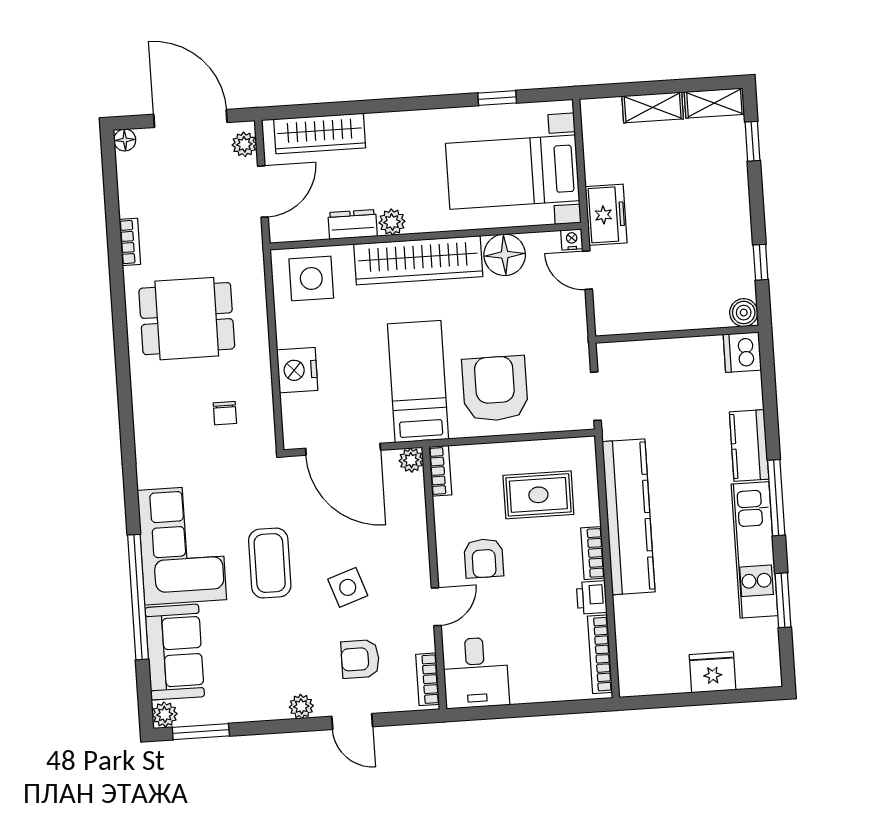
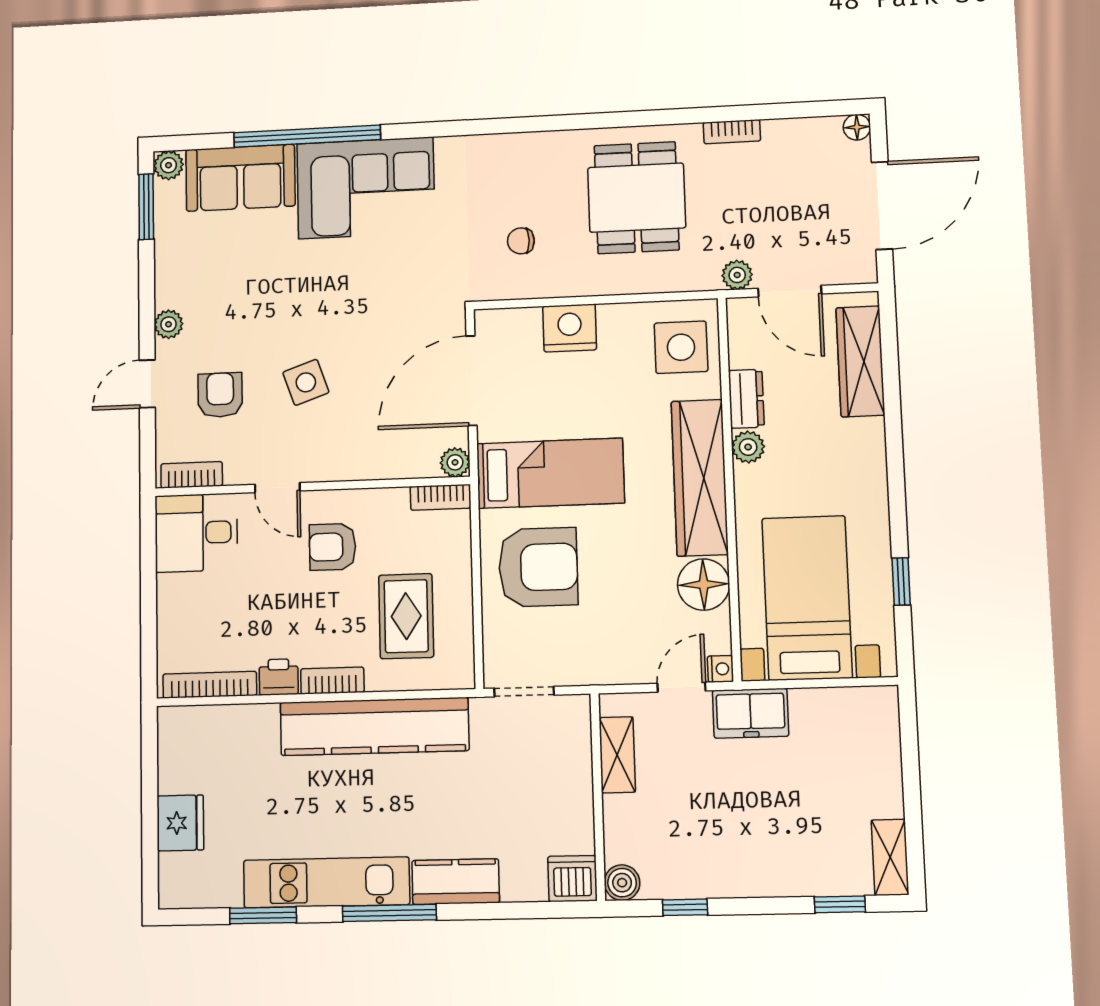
shelving: (653, 107) -> (617, 755), moved
plant: (244, 144) -> (737, 275), moved
coffee table: (270, 563) -> (339, 291), removed

